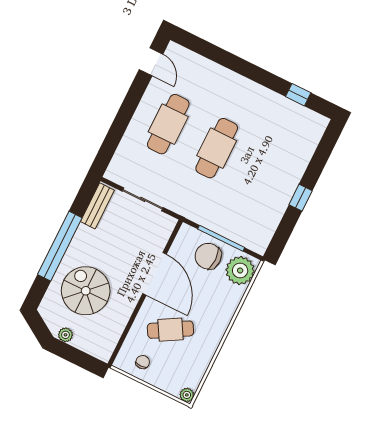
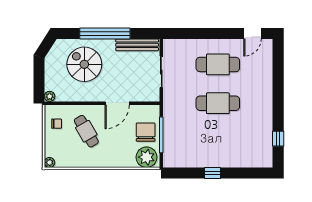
bench: (97, 206) -> (137, 45), width x1.36
door: (154, 274) -> (117, 103), width x0.73
spiral stairs: (86, 291) -> (84, 64), turned -90
plant: (66, 335) -> (50, 96), moved

